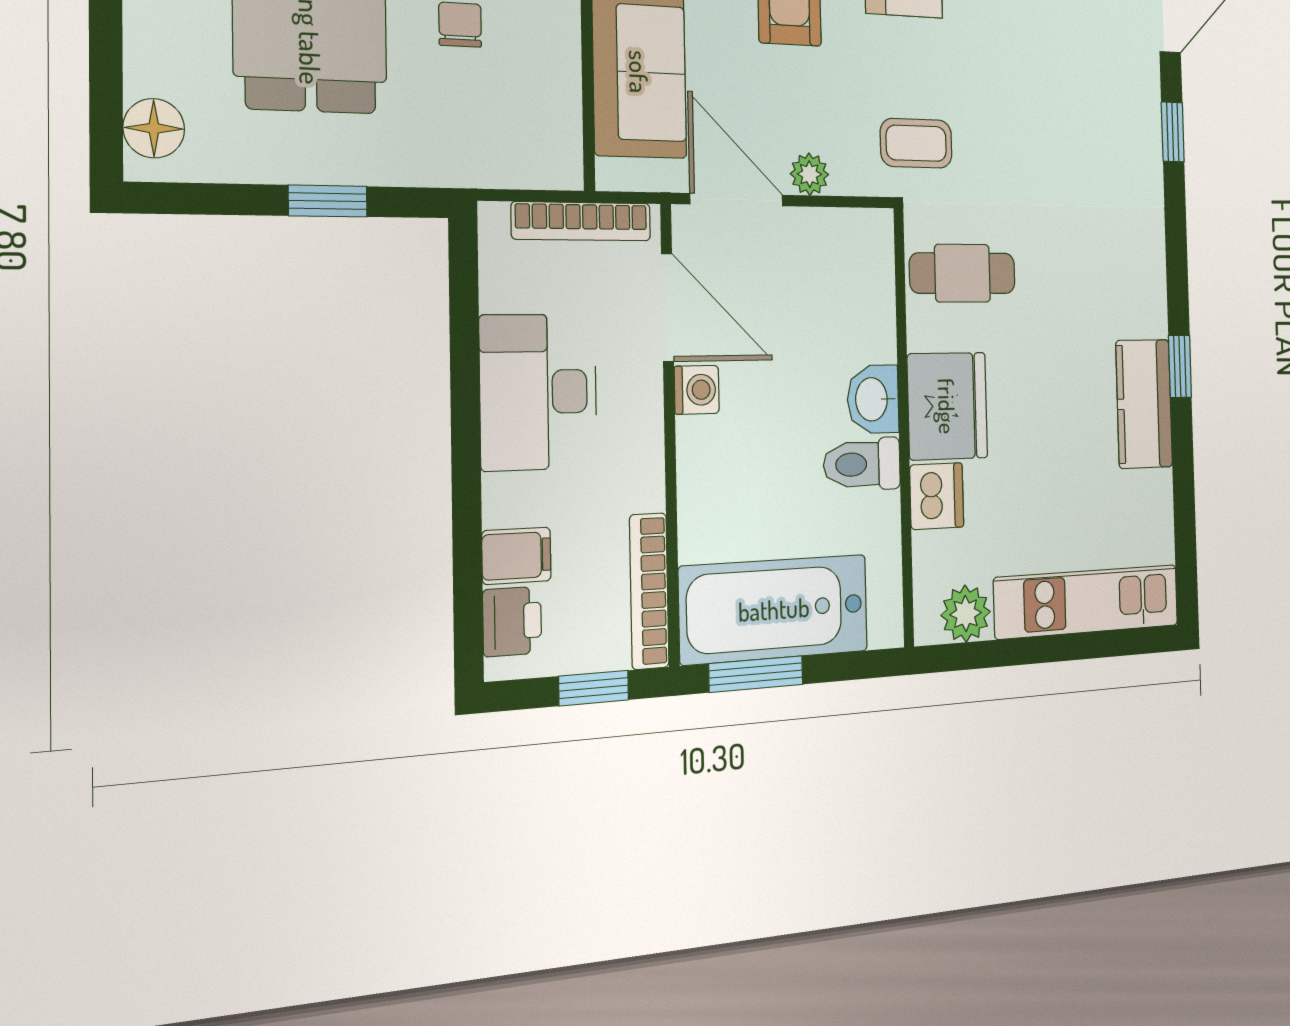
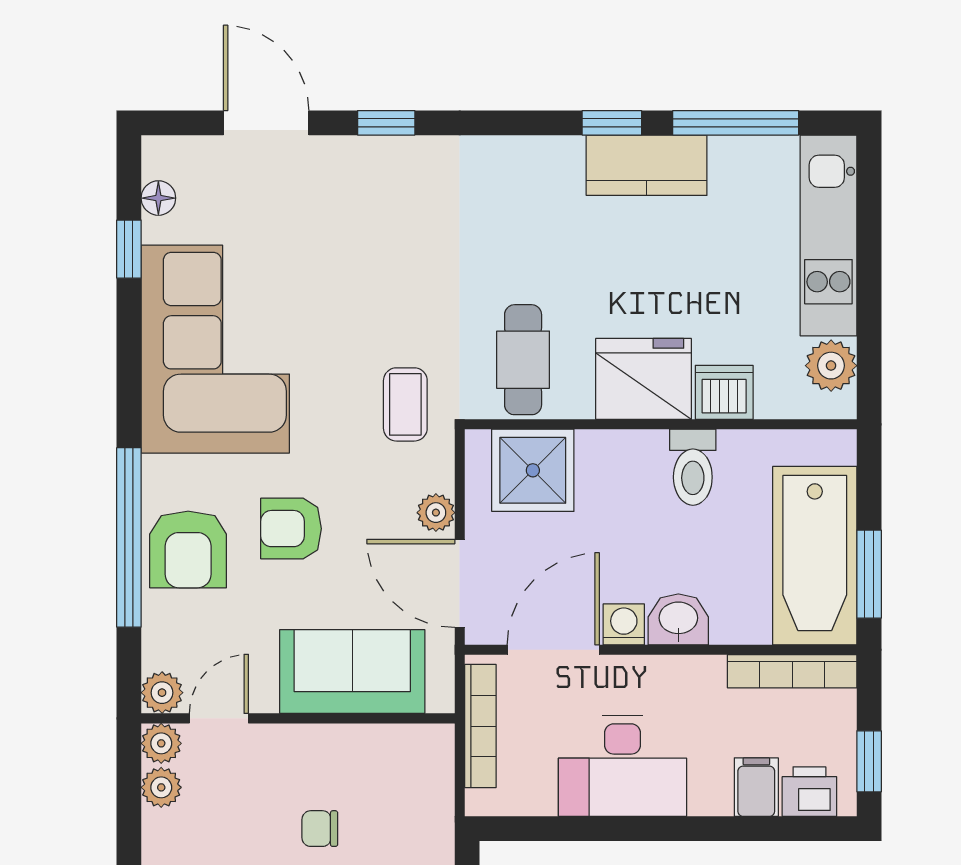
door: (737, 200) -> (460, 583), hinge flipped
shower: (855, 284) -> (533, 470), added
washbasin: (873, 399) -> (678, 619), moved, turned 180
window: (1184, 496) -> (736, 123), added
window: (594, 688) -> (869, 761), moved

